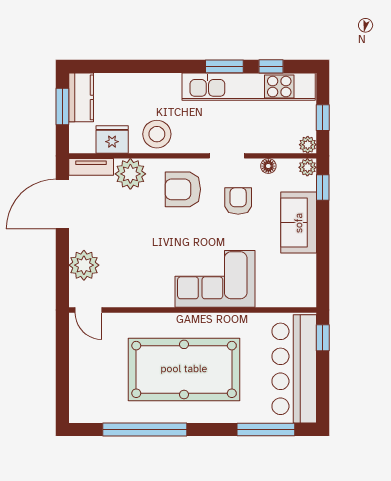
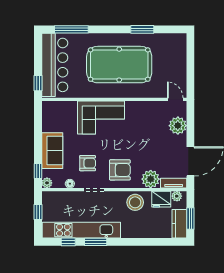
plant: (308, 145) -> (177, 196), moved
armchair: (238, 201) -> (88, 163), turned -90
window: (145, 430) -> (142, 29), width x0.47

